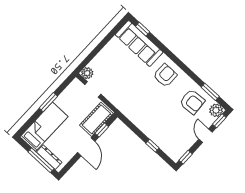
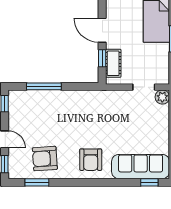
plant: (216, 110) -> (16, 171), removed
cot: (96, 119) -> (113, 63), width x0.73, depth x0.75
window: (152, 146) -> (44, 86), width x2.17

